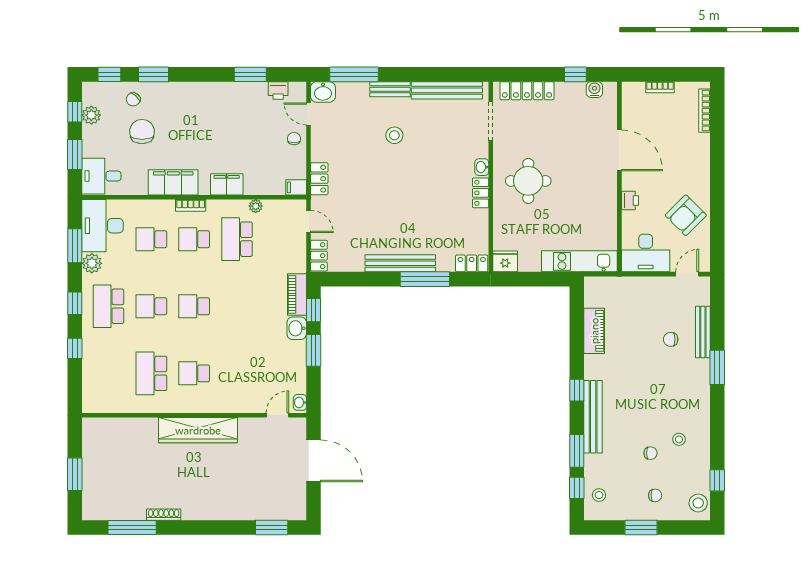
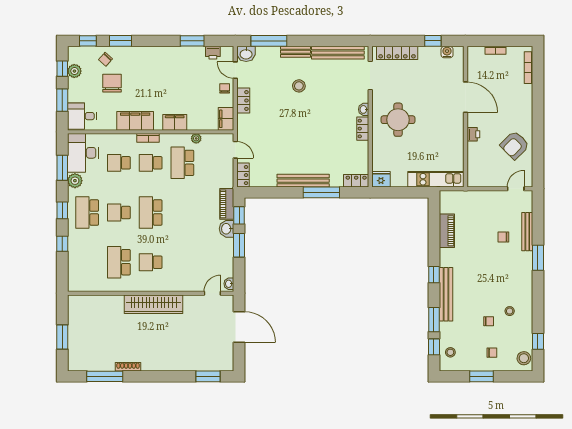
locker: (319, 179) -> (243, 101), moved
filing cabinet: (296, 187) -> (226, 119), width x2.00
desk: (646, 253) -> (485, 173), removed
school desk: (194, 306) -> (151, 213), width x1.85

